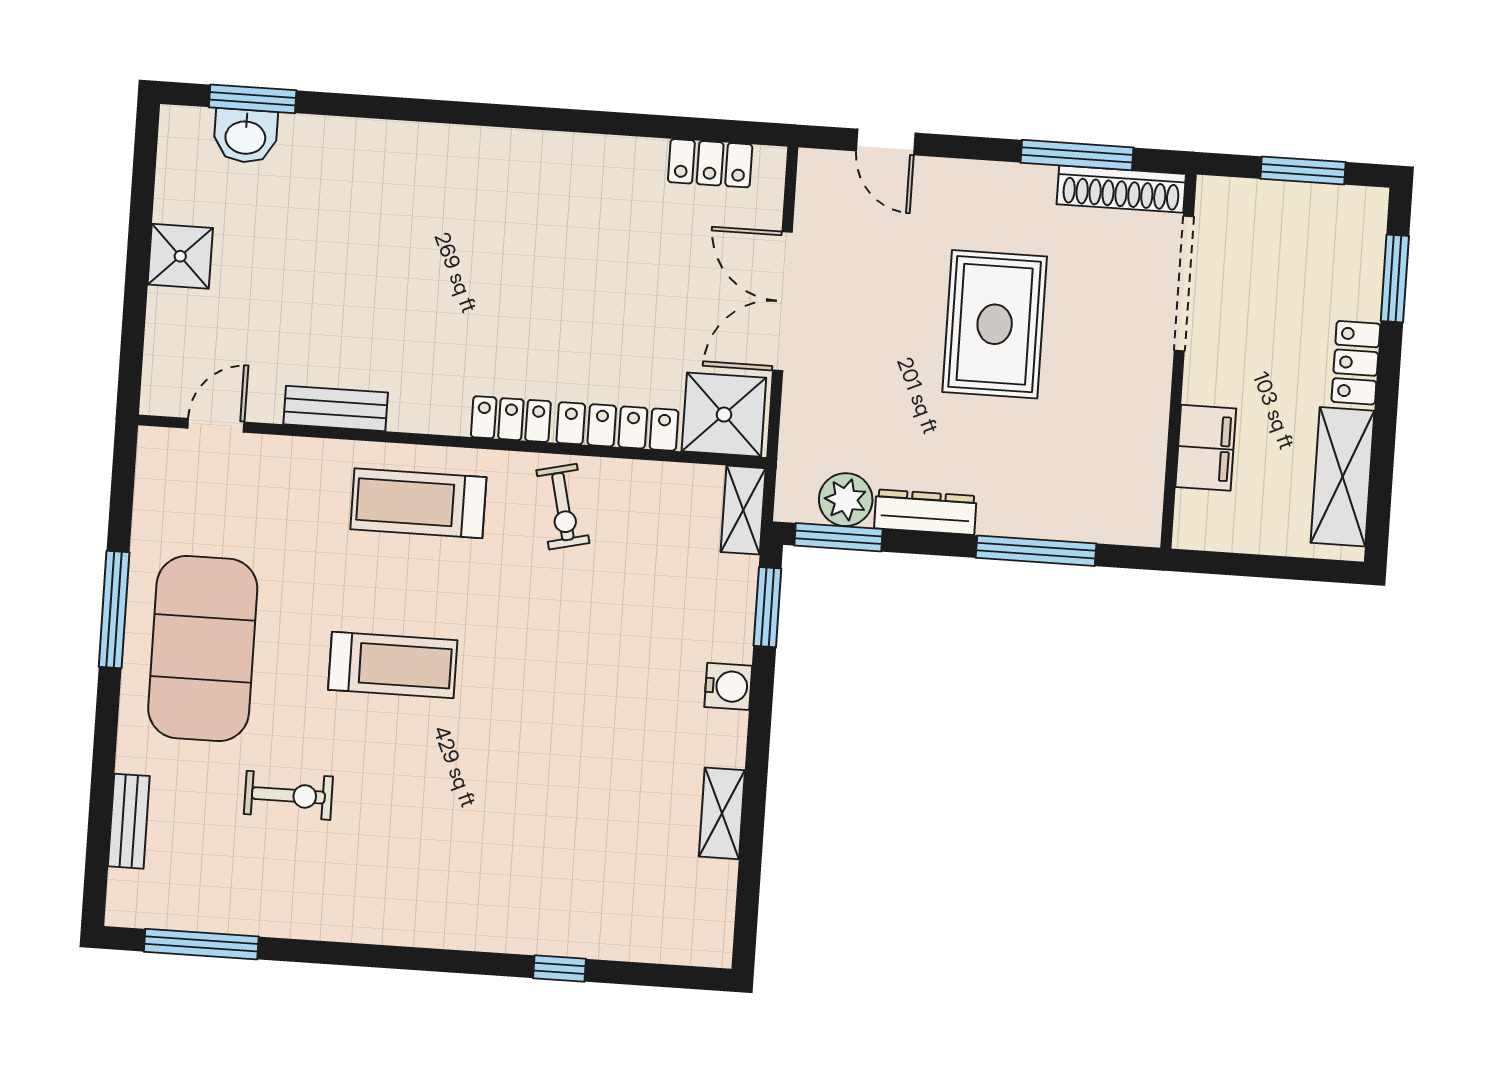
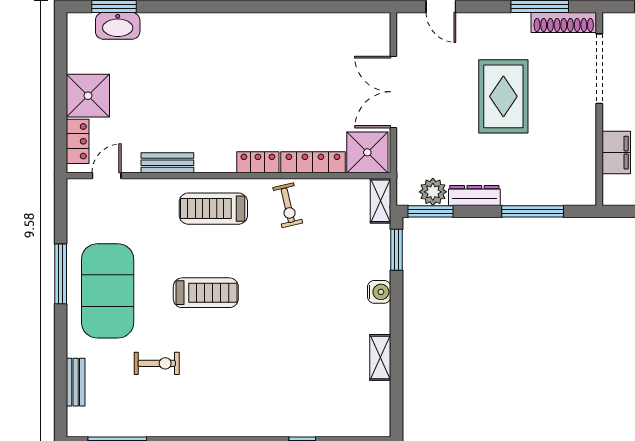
washbasin: (245, 136) -> (118, 26), width x1.38
locker: (710, 163) -> (78, 141), moved, turned -90
shower: (180, 256) -> (88, 96), width x1.36, depth x1.36

